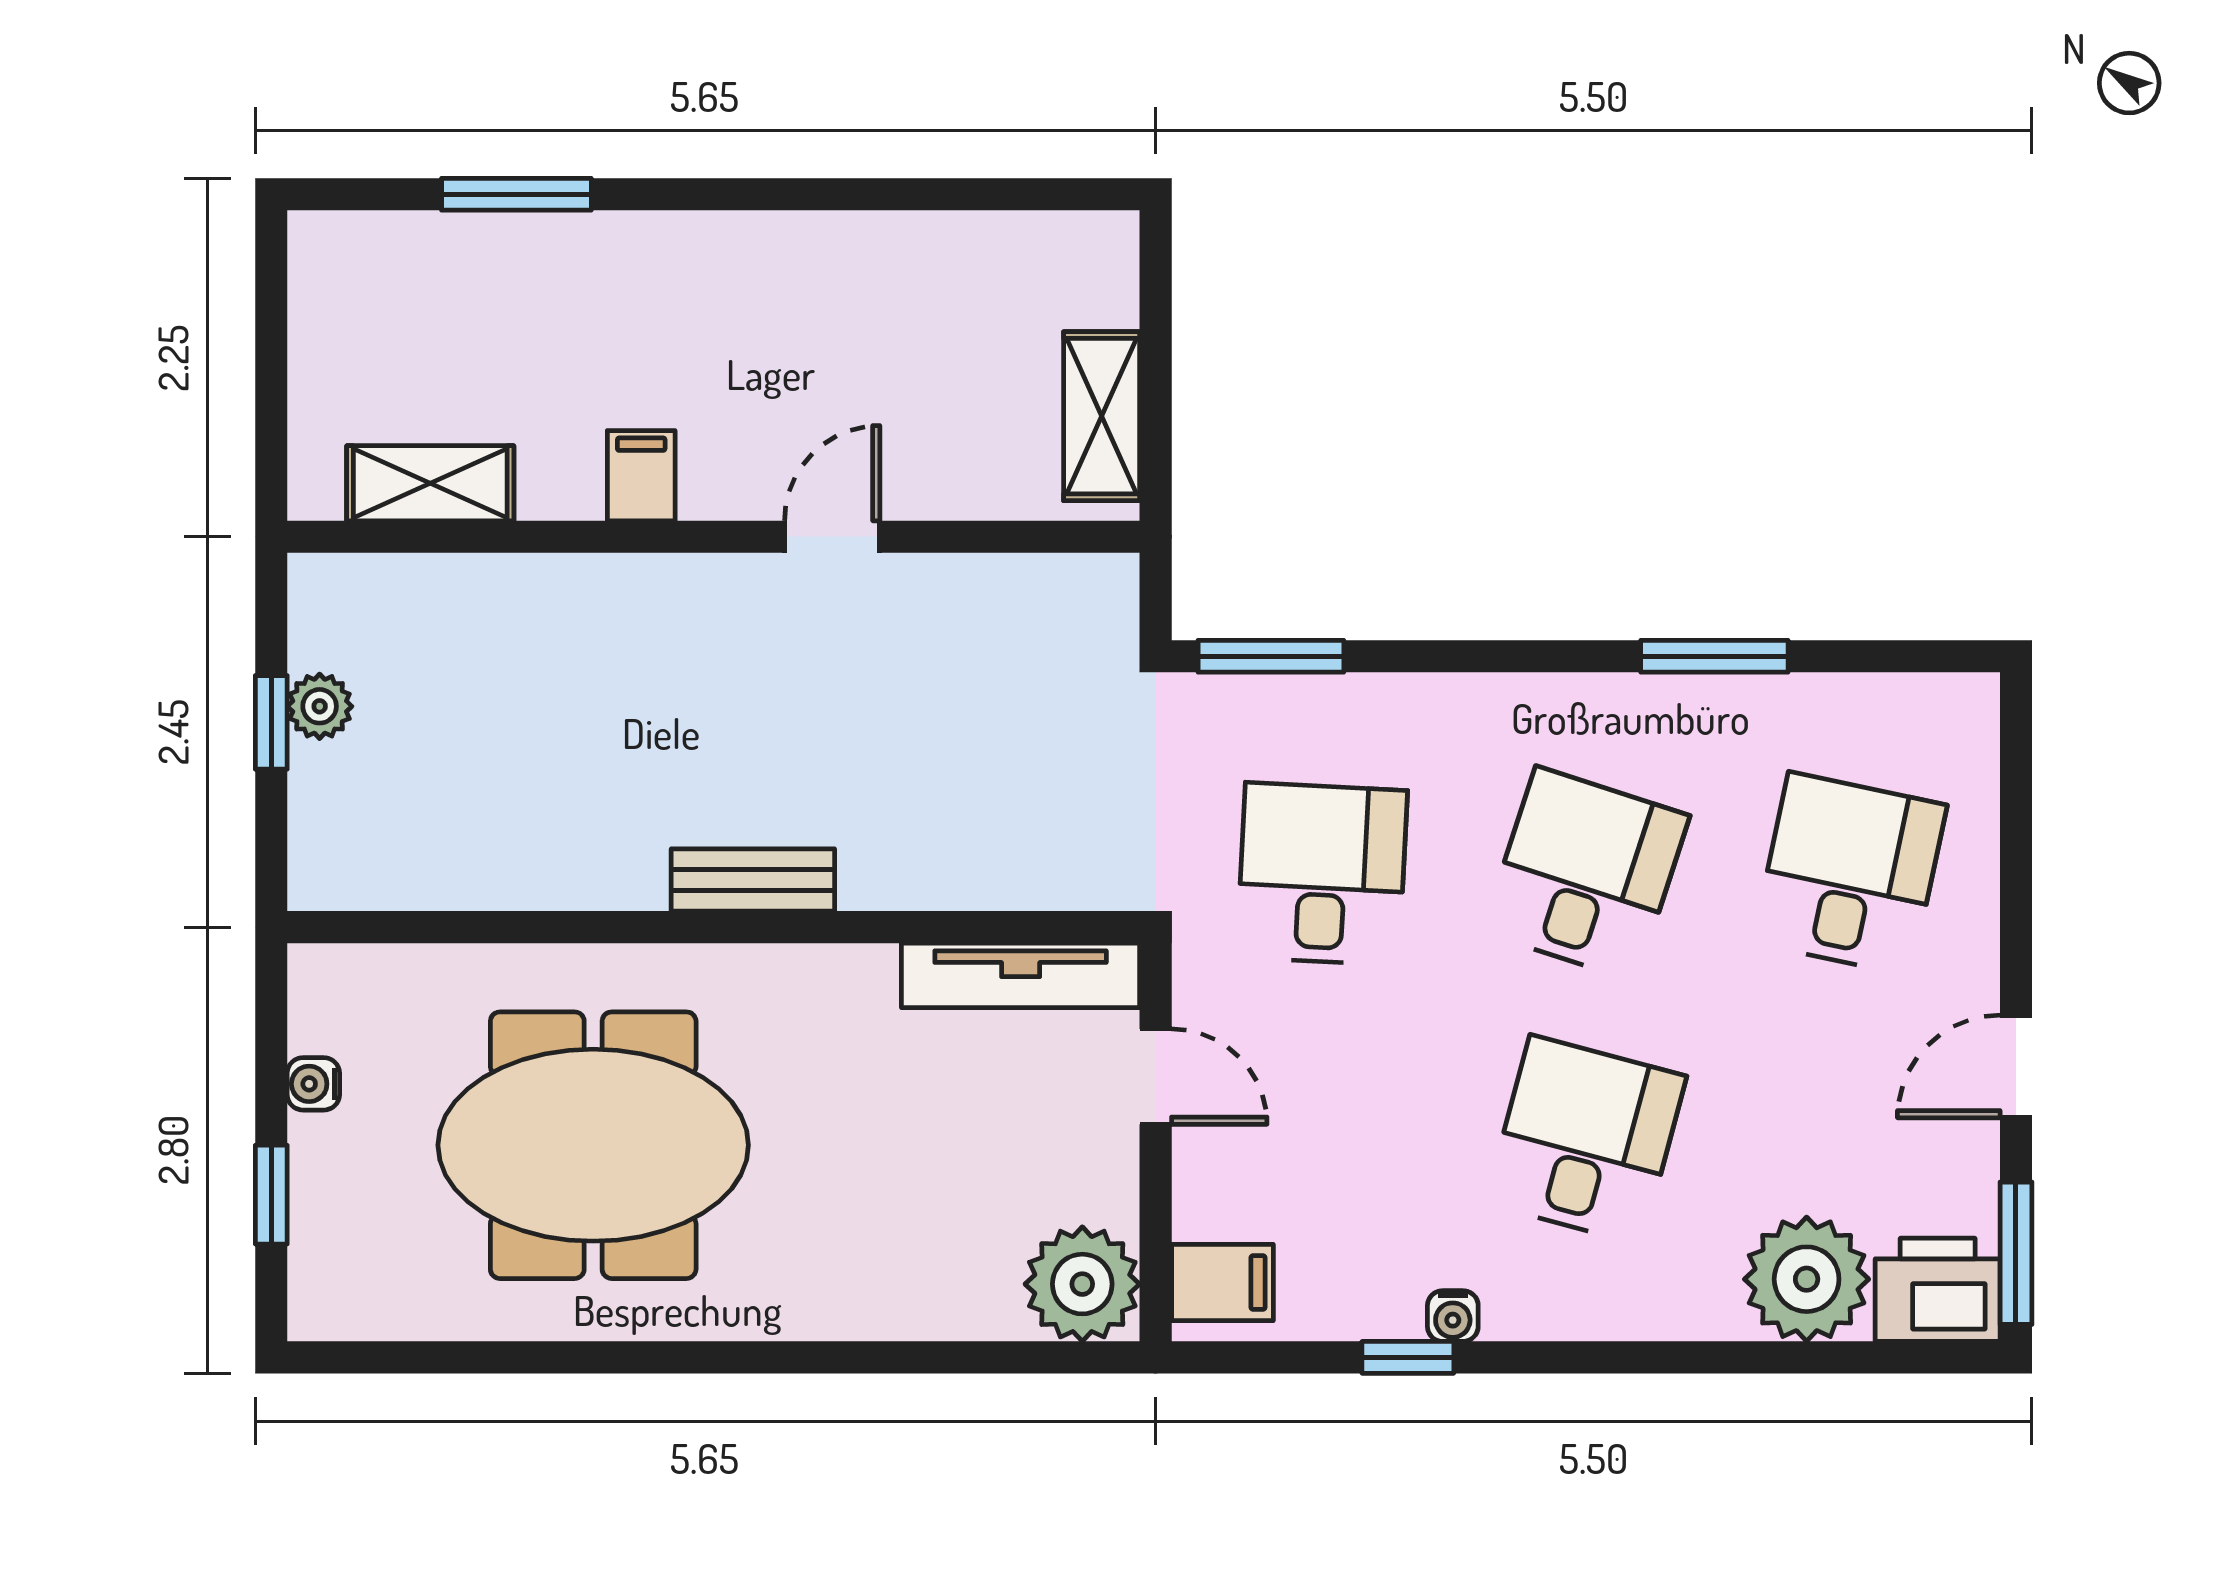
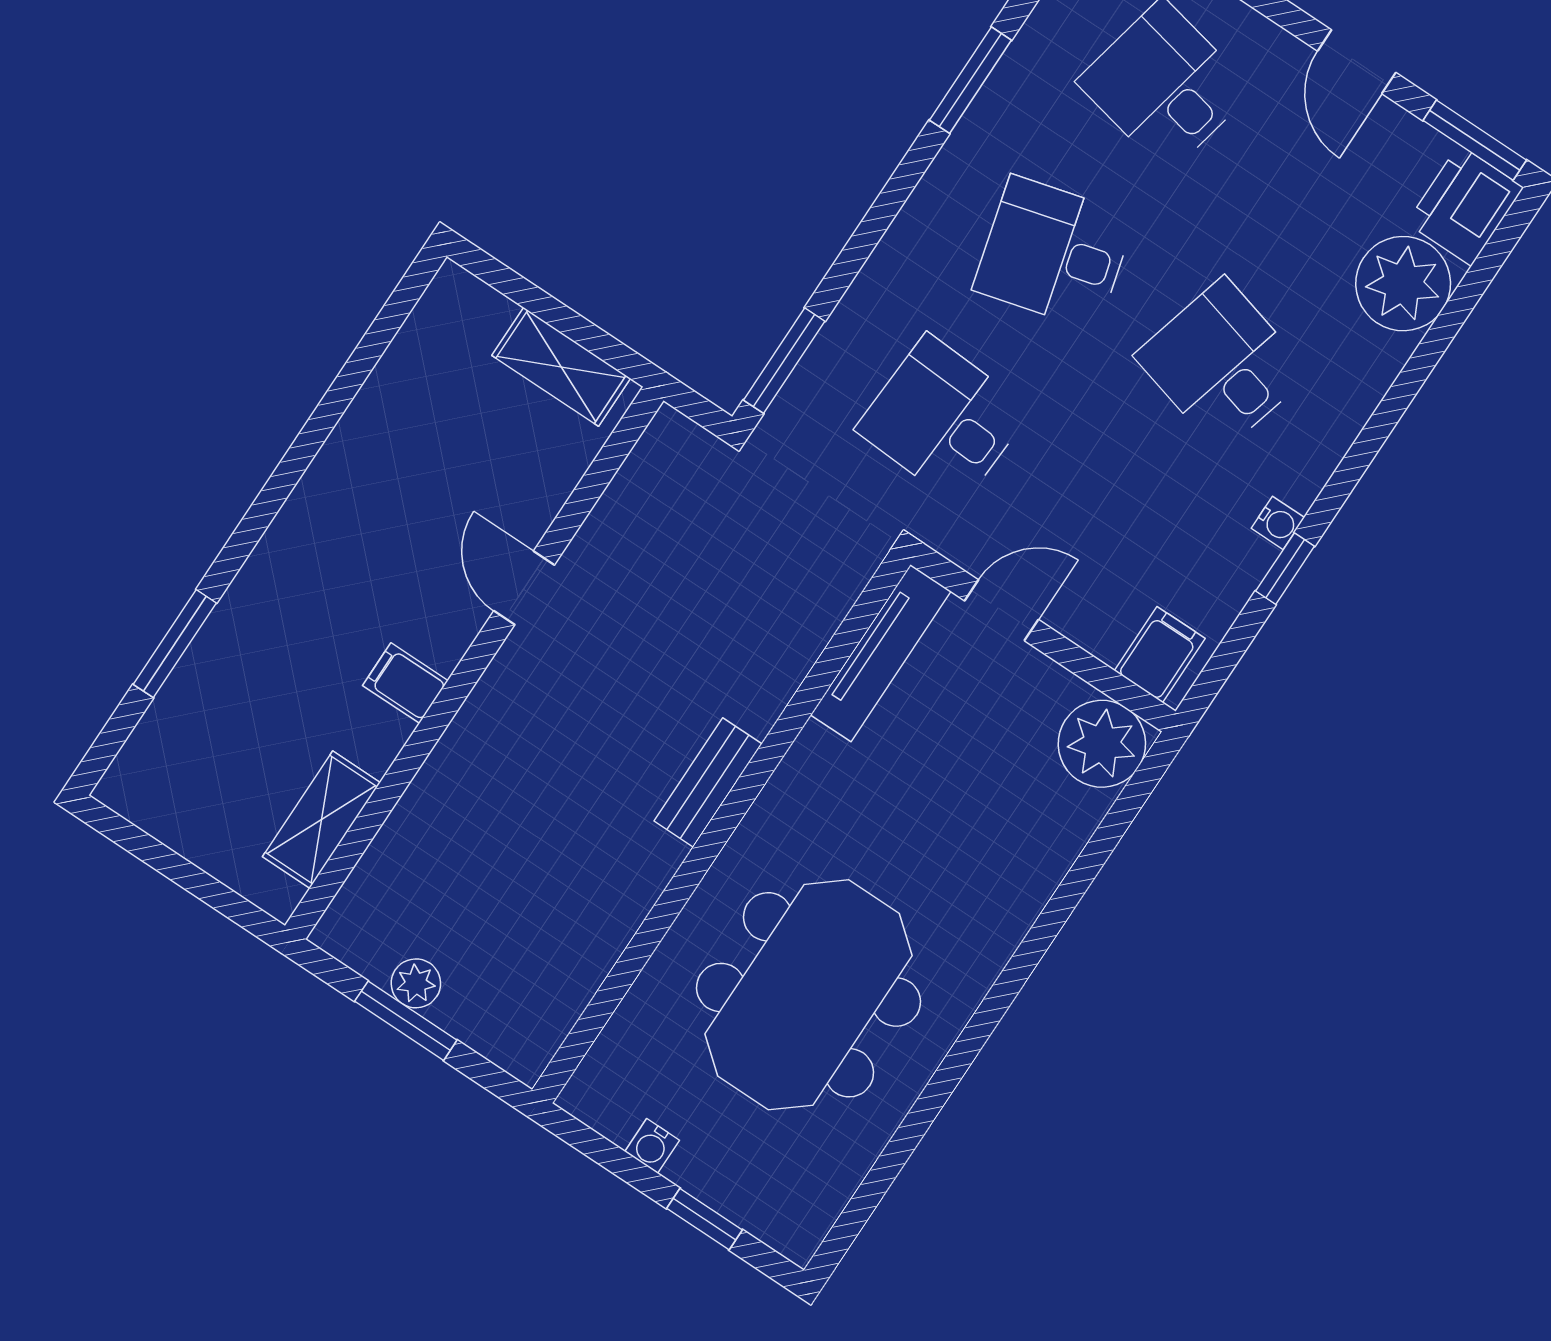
window: (271, 722) -> (406, 1021), width x1.50
desk: (1586, 874) -> (1054, 253), turned -33

